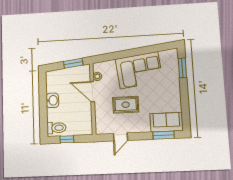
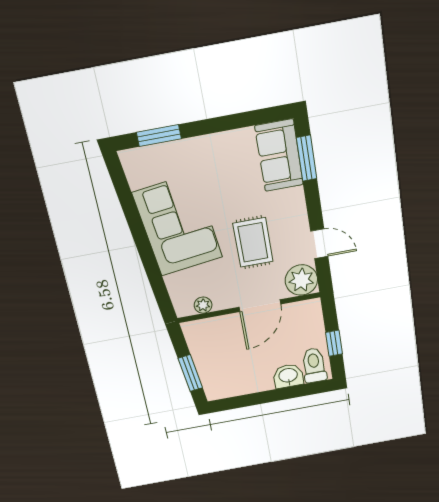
window: (73, 63) -> (190, 373), moved
door: (92, 92) -> (260, 306), moved
washbasin: (52, 100) -> (288, 376), moved
plant: (103, 126) -> (301, 280), added

